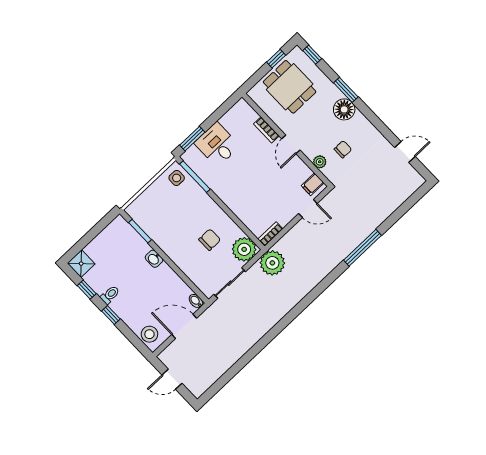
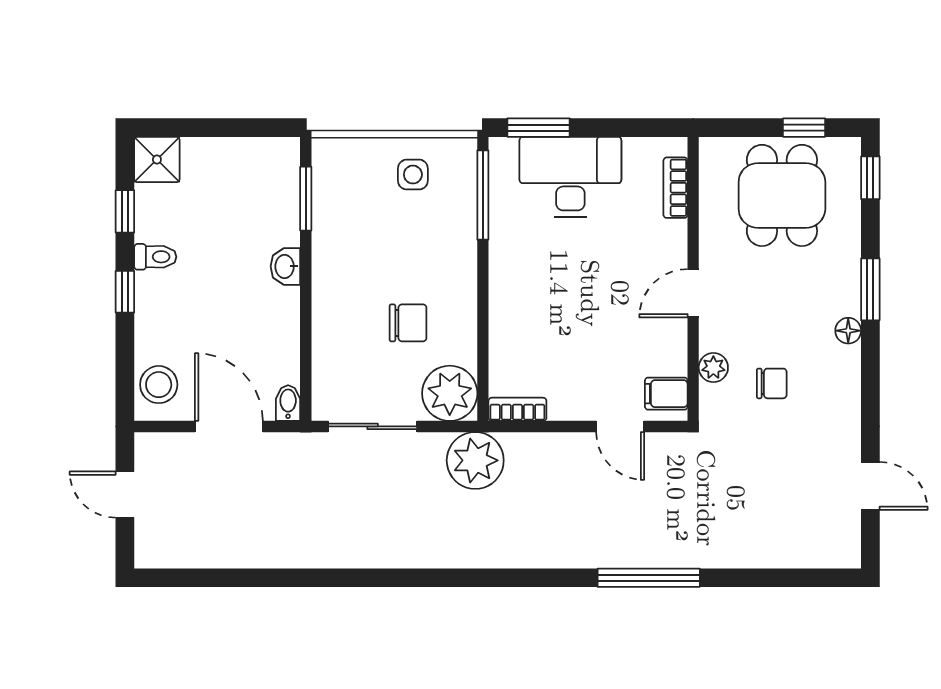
floor lamp: (344, 109) -> (848, 331), width x0.53, depth x0.53
bookcase: (266, 130) -> (676, 188), moved
desk: (217, 145) -> (570, 177), width x1.37
side table: (177, 178) -> (413, 175), moved

